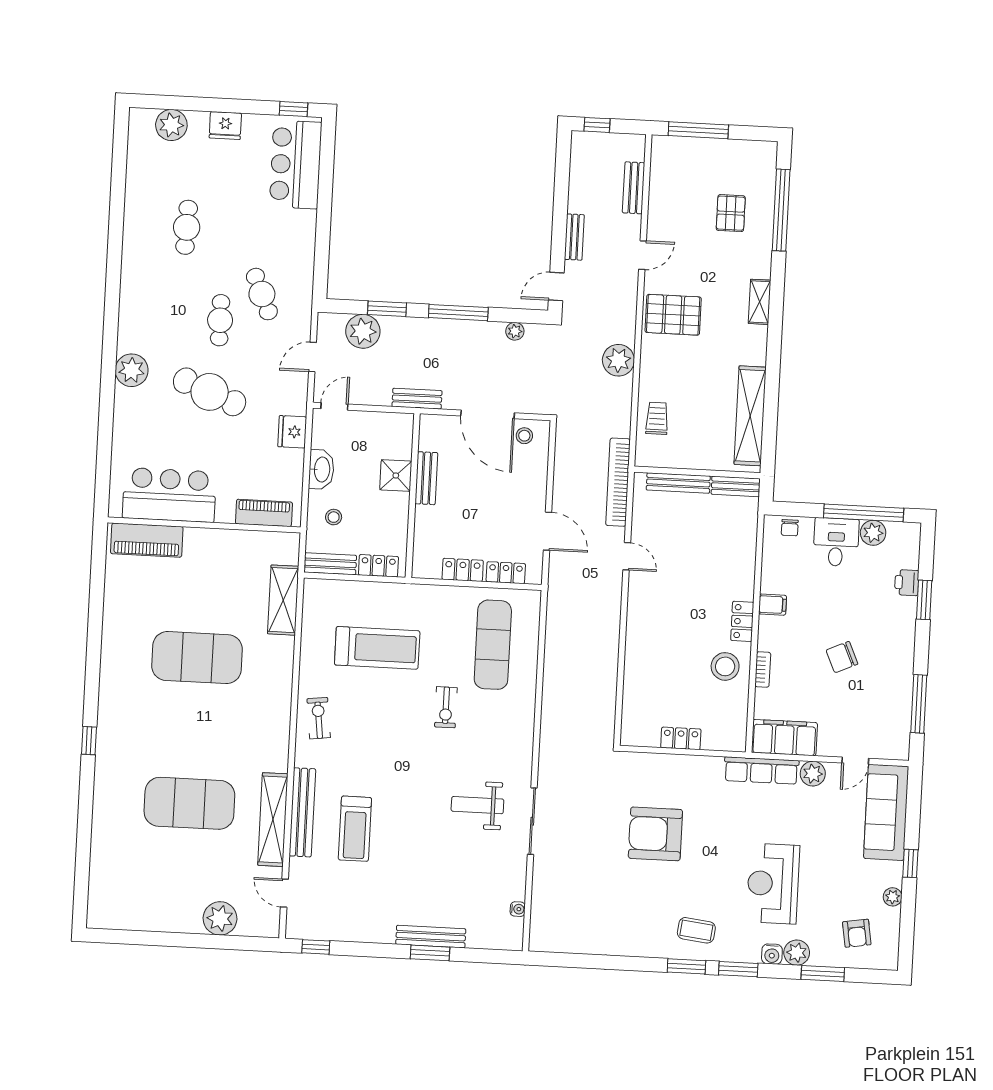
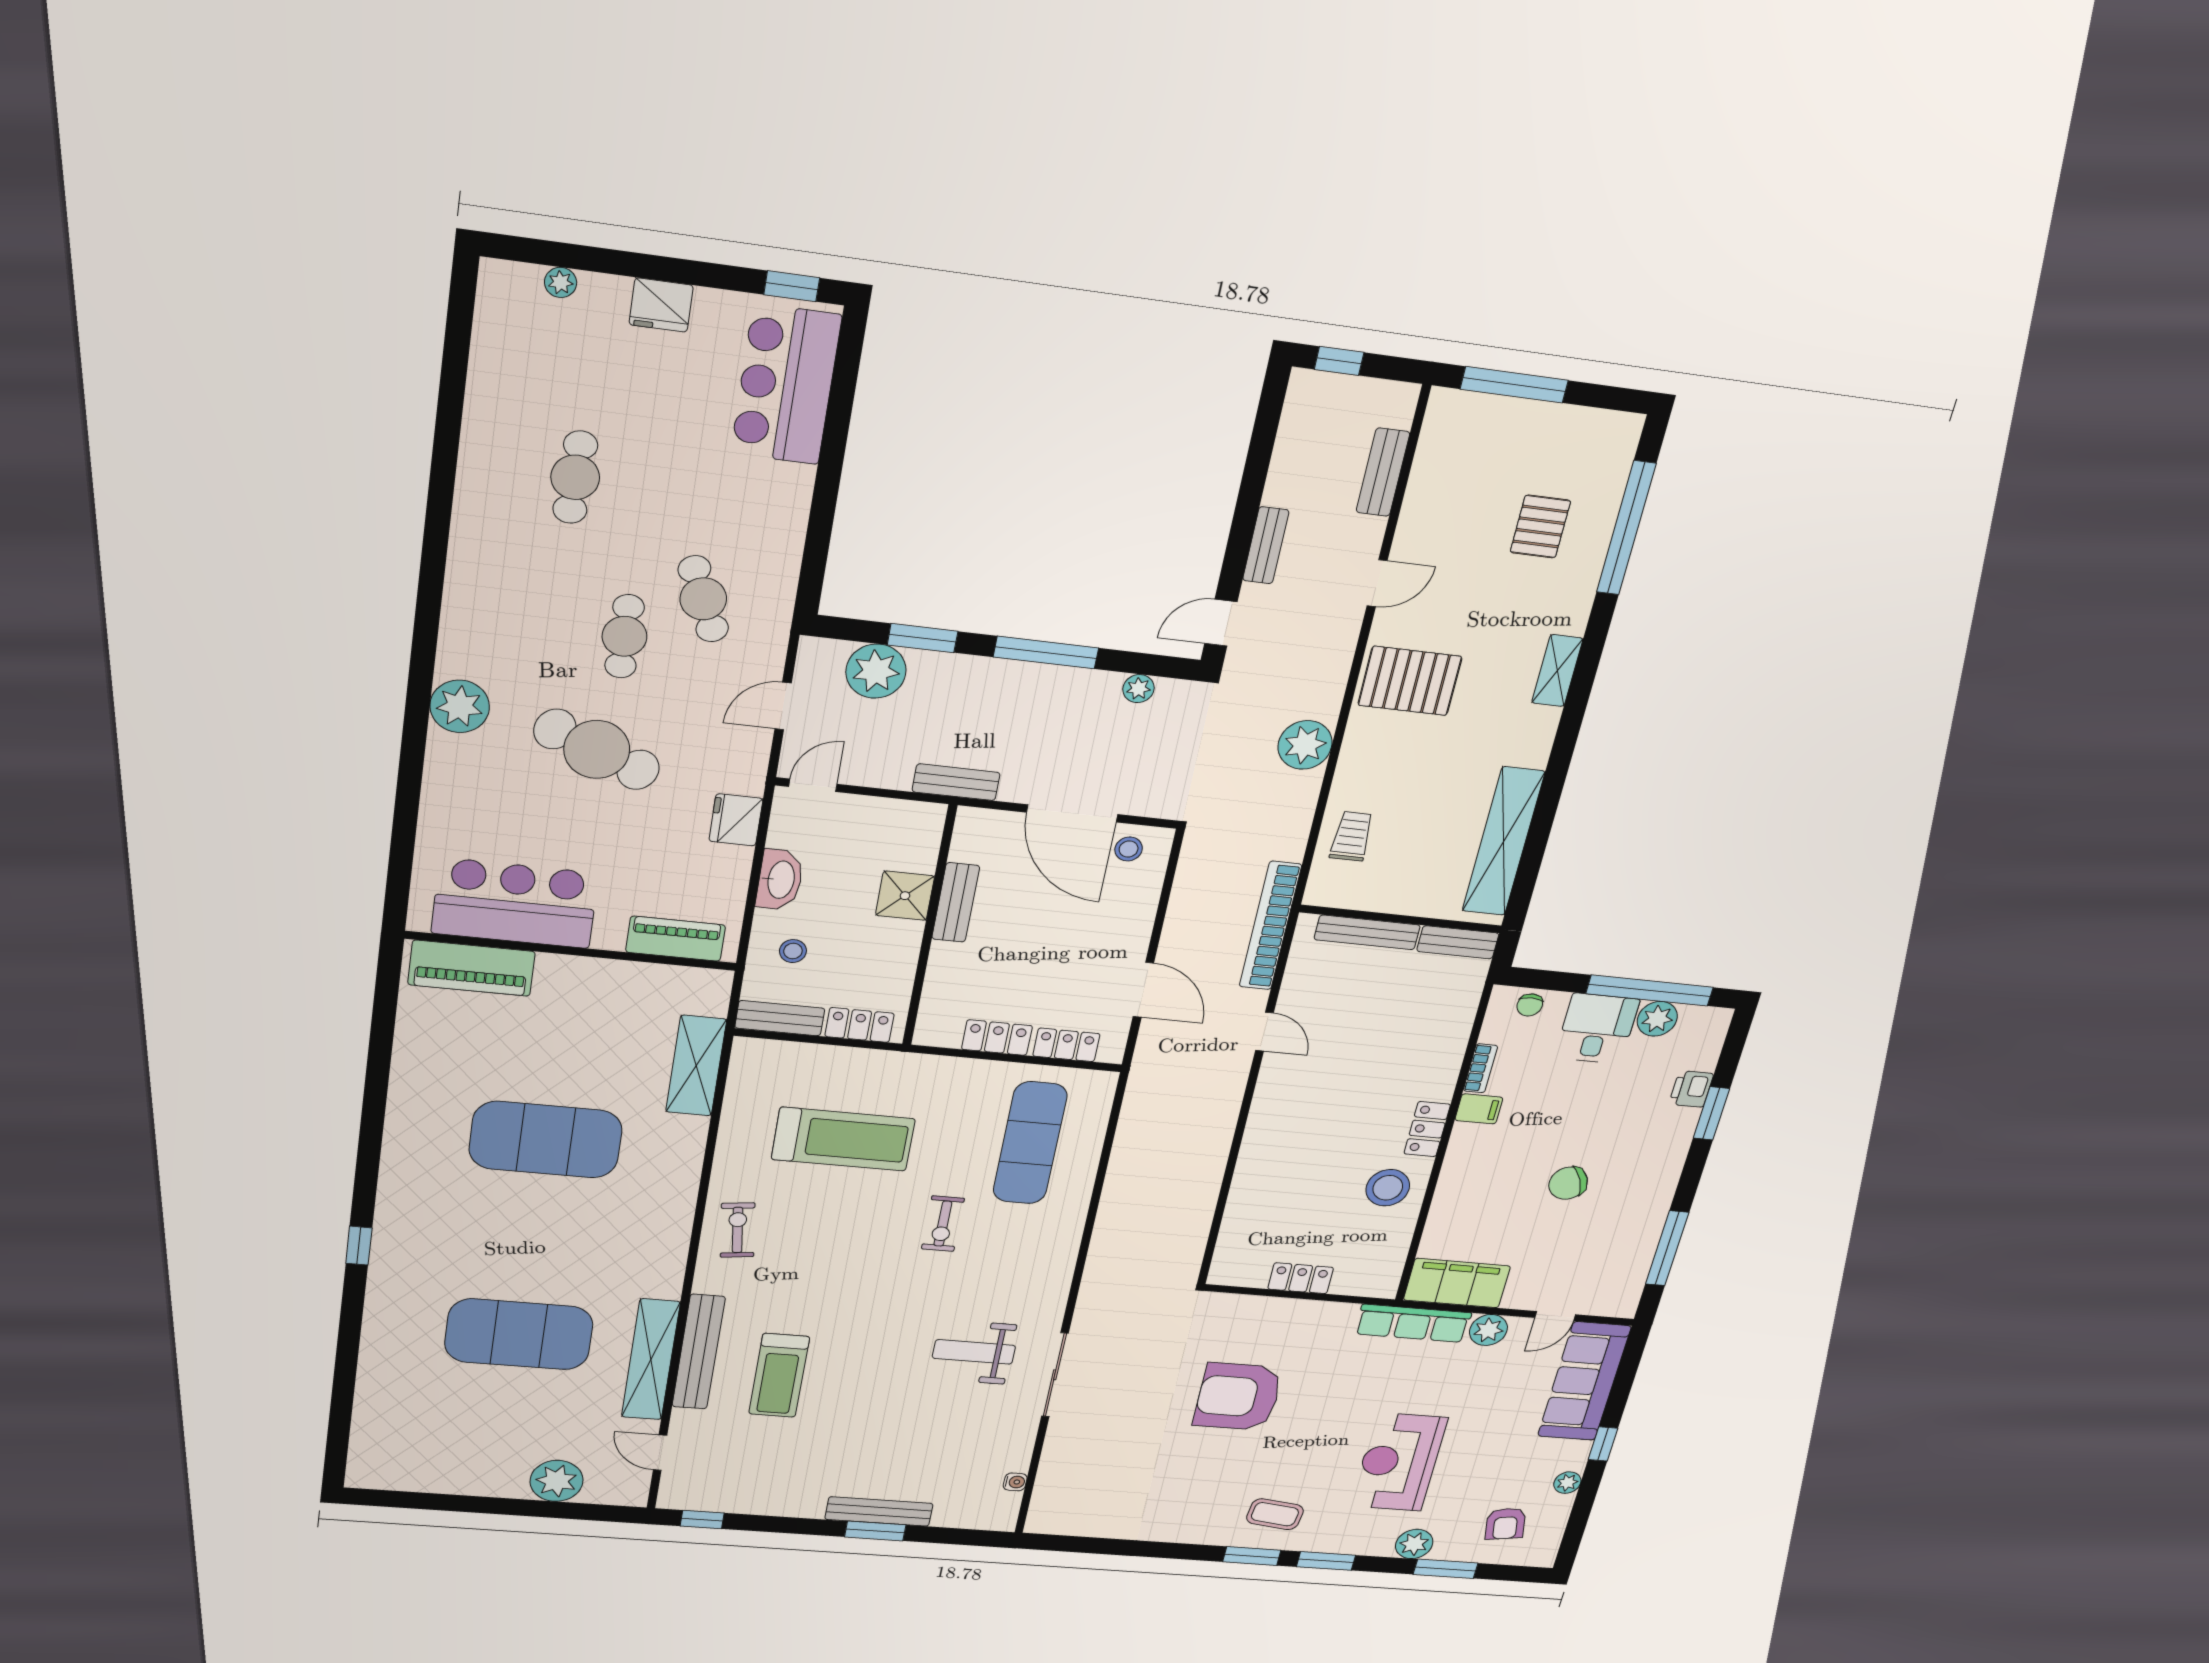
plant: (171, 125) -> (561, 282), width x0.53, depth x0.53
bookcase: (763, 669) -> (1480, 1068), moved
water cooler: (772, 954) -> (1378, 1545), removed

